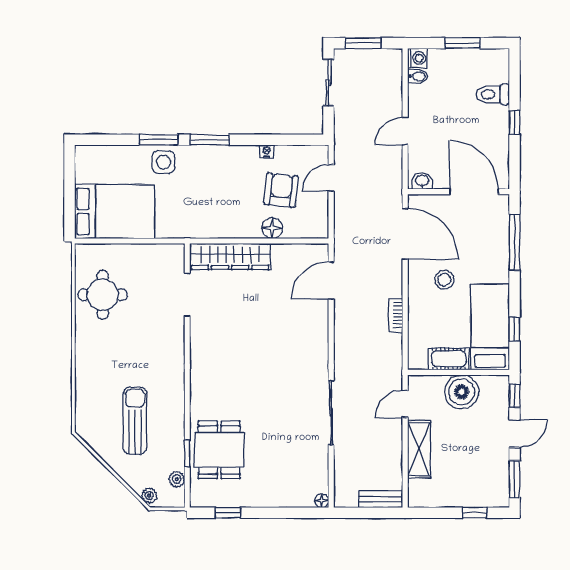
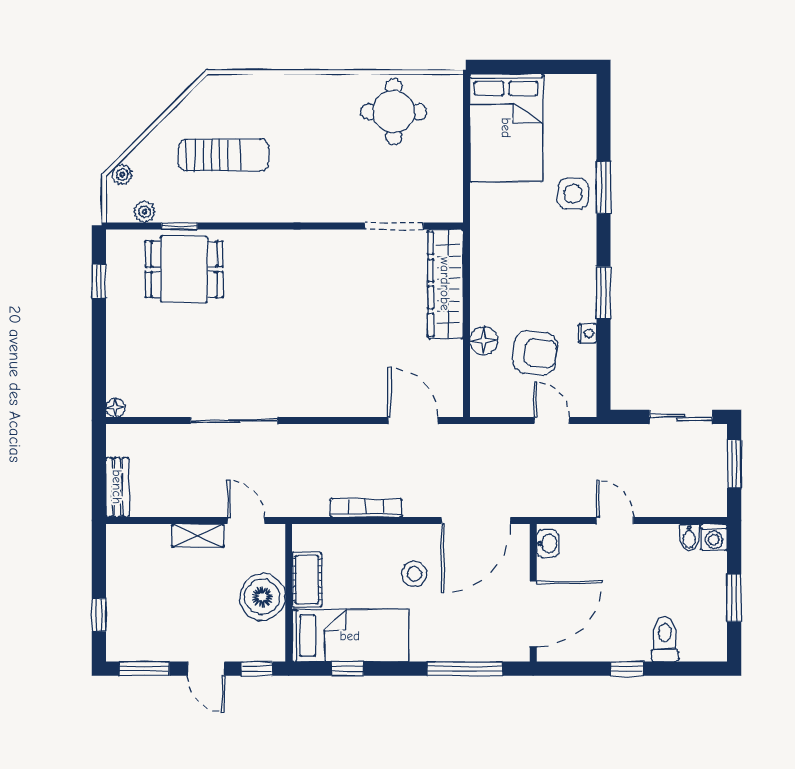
window: (210, 140) -> (603, 293), moved
bookcase: (396, 315) -> (366, 508), width x1.56
shelving: (419, 449) -> (198, 536), width x0.67, depth x0.75

